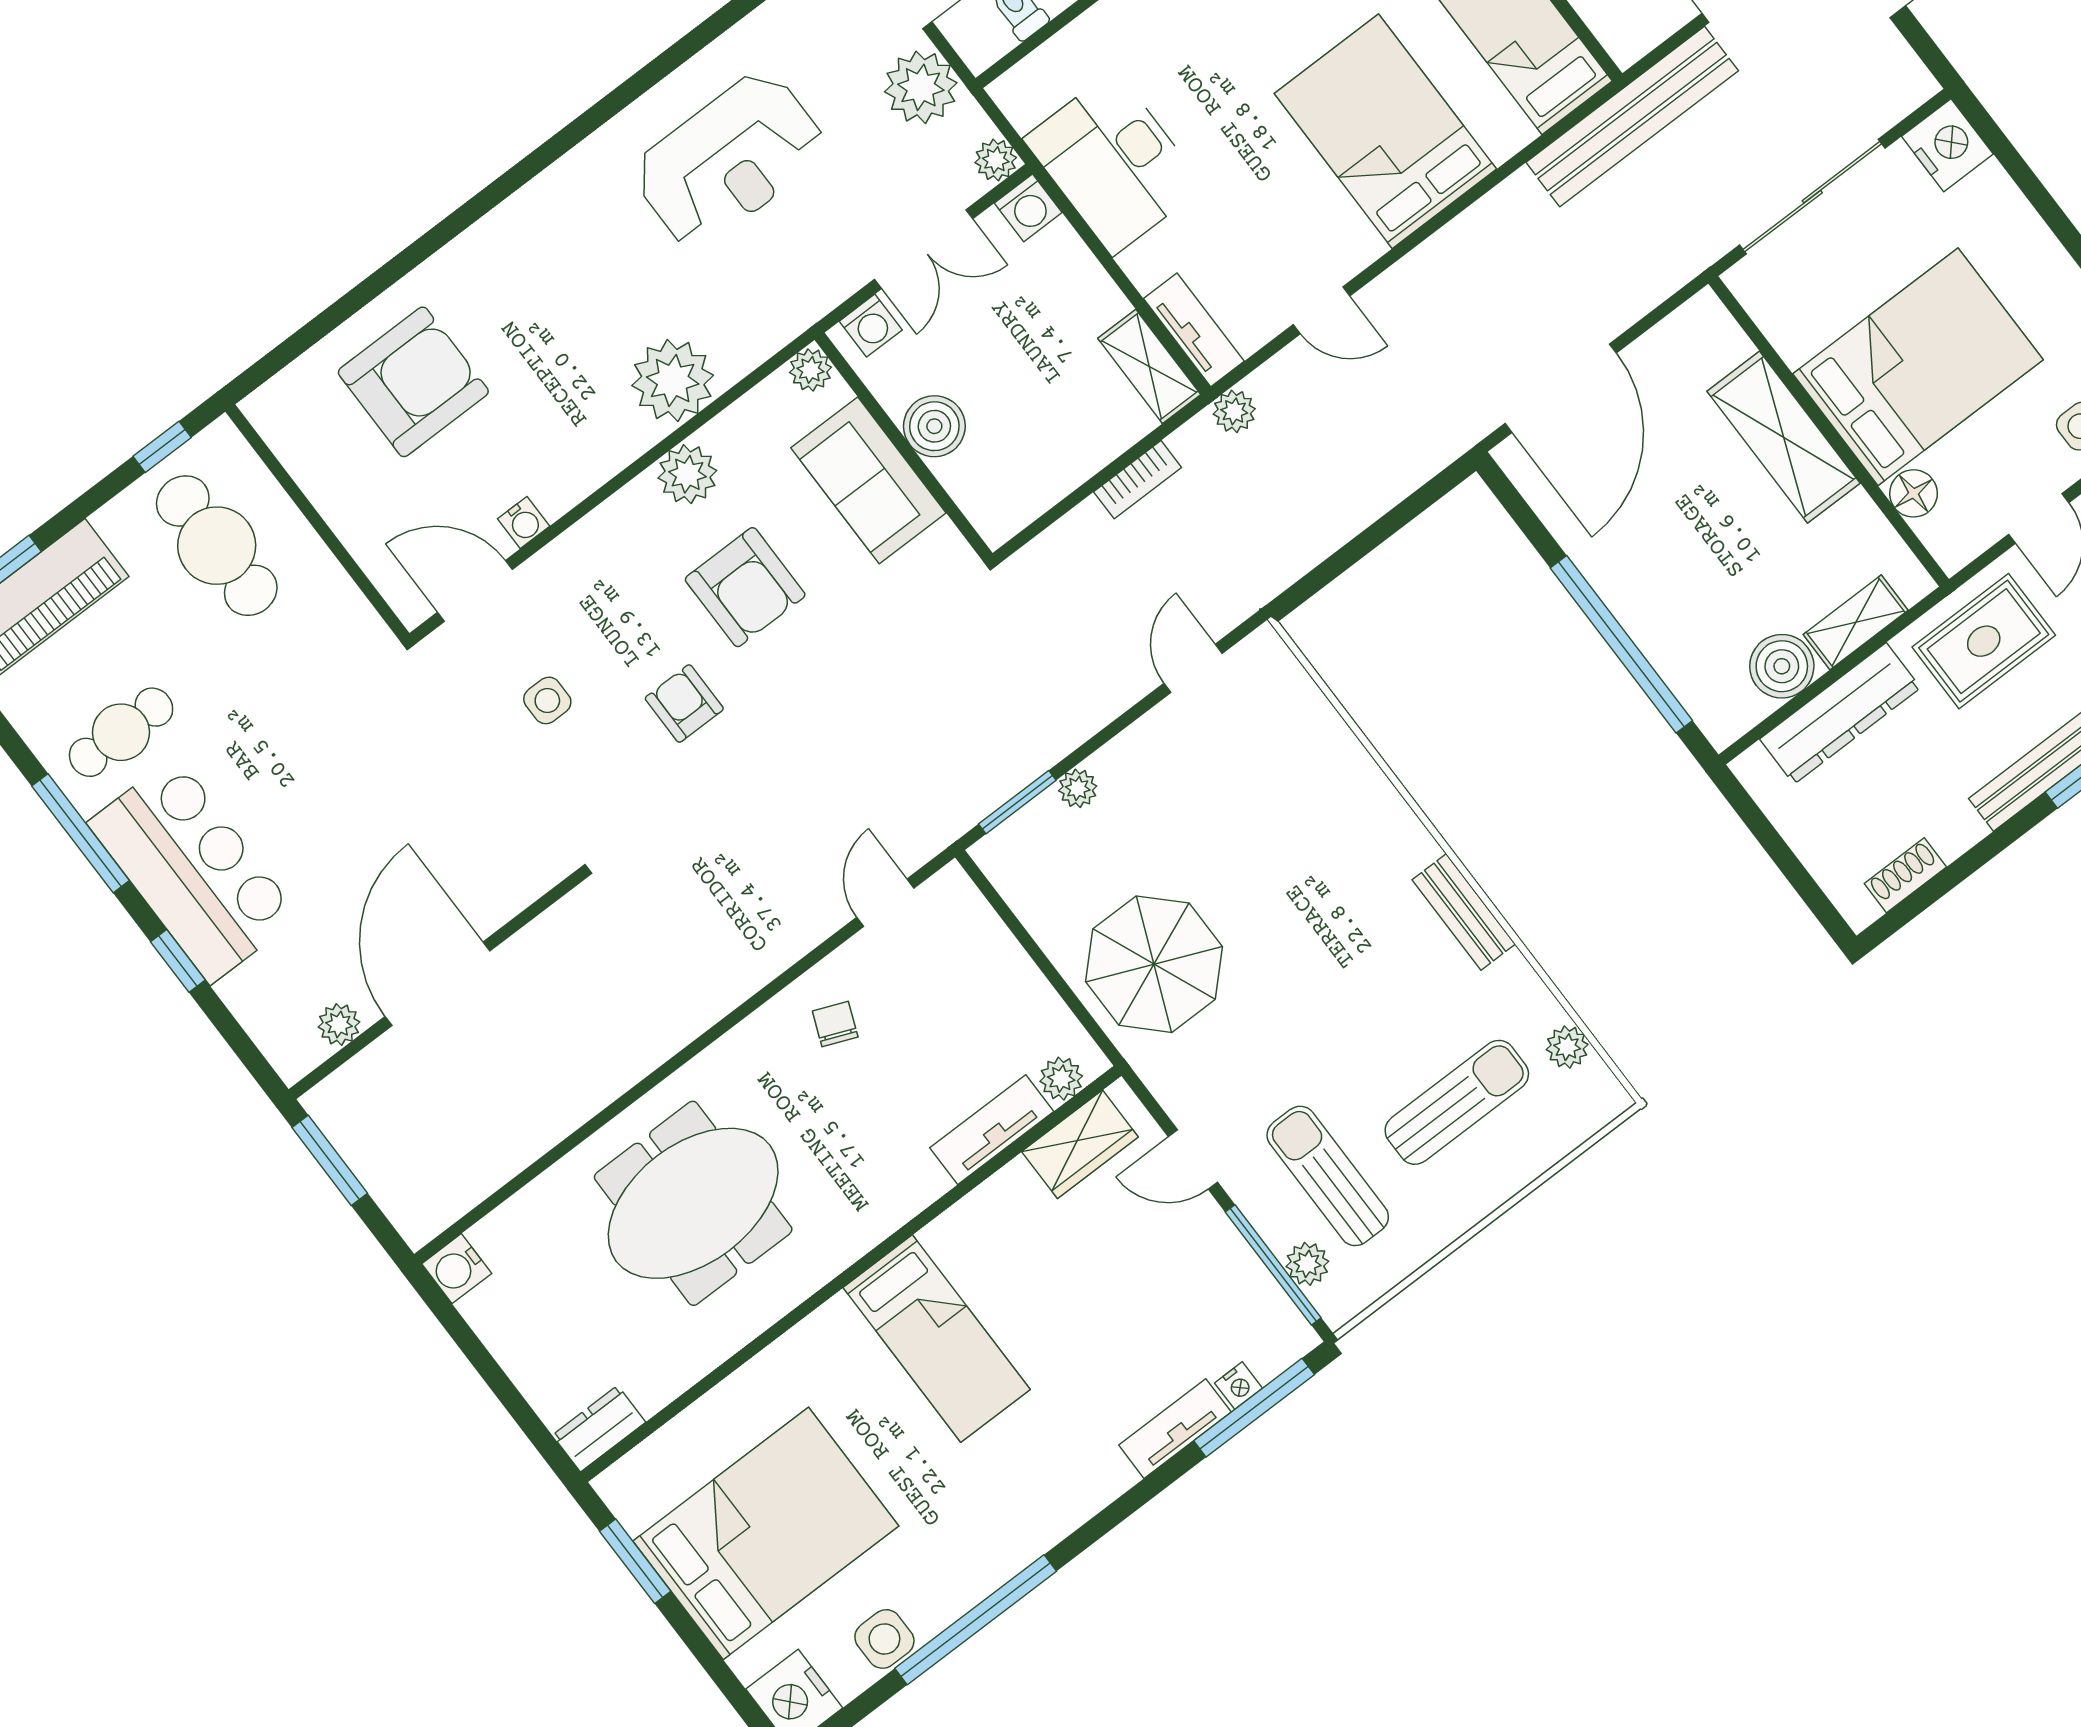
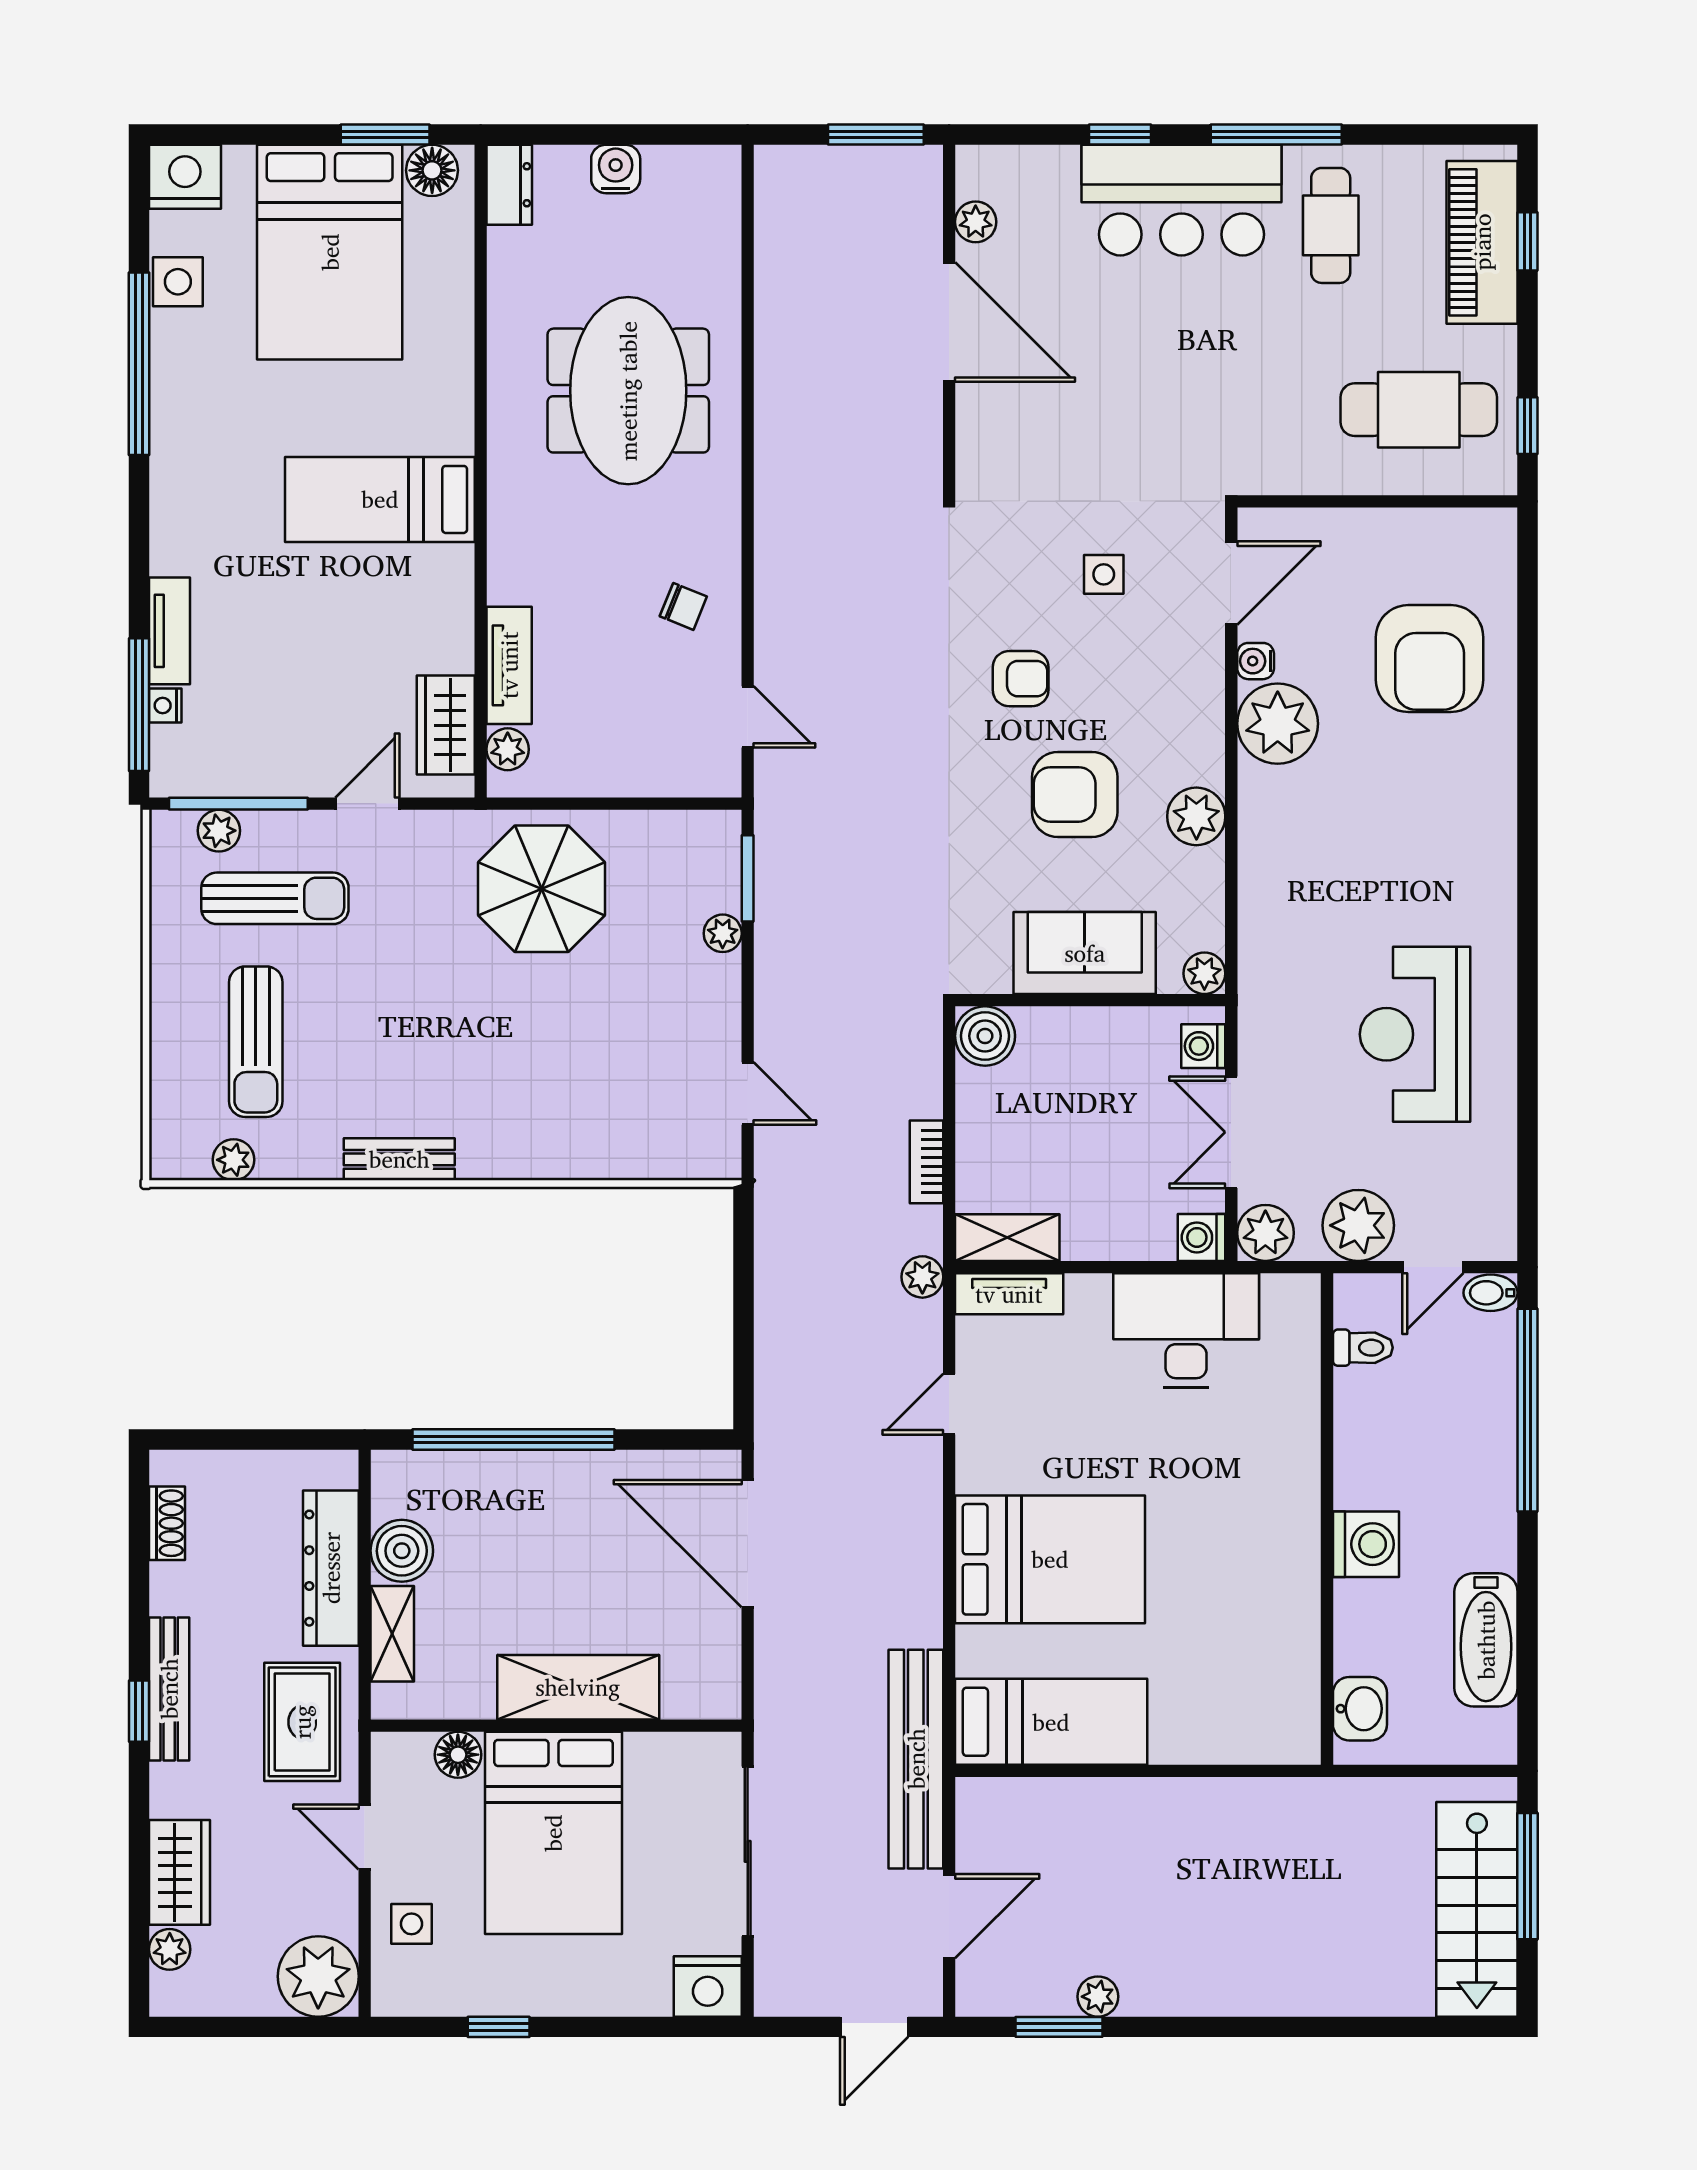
plant: (996, 160) -> (1265, 1233), width x1.38, depth x1.38
plant: (673, 380) -> (1278, 724), moved
boiler: (934, 426) -> (985, 1036), moved
water cooler: (457, 1269) -> (616, 169), moved
floor lamp: (635, 1501) -> (432, 170), added

